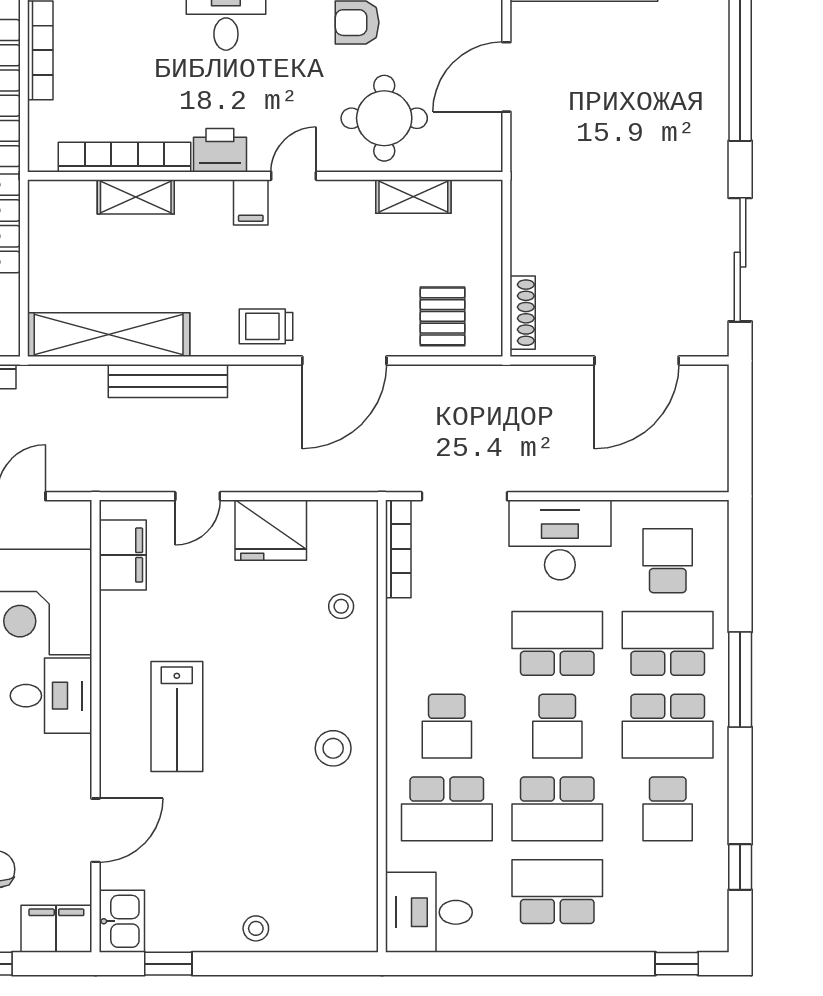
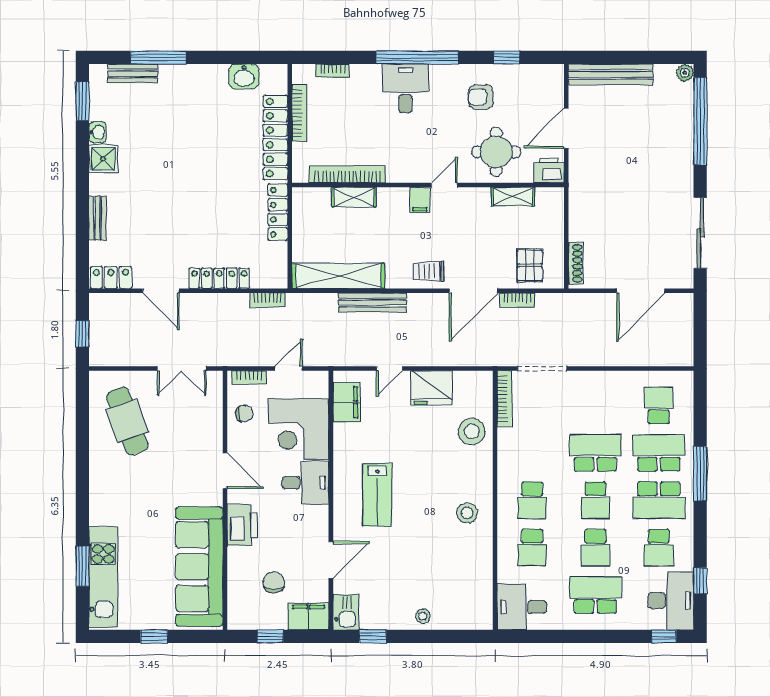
printer: (220, 150) -> (549, 170), moved
bookcase: (421, 377) -> (517, 300), added
desk: (560, 540) -> (671, 601), moved, turned 90
stool: (341, 606) -> (472, 432), width x1.89, depth x1.89
school desk: (447, 809) -> (532, 548), width x0.54
school desk: (557, 809) -> (595, 548), width x0.54

